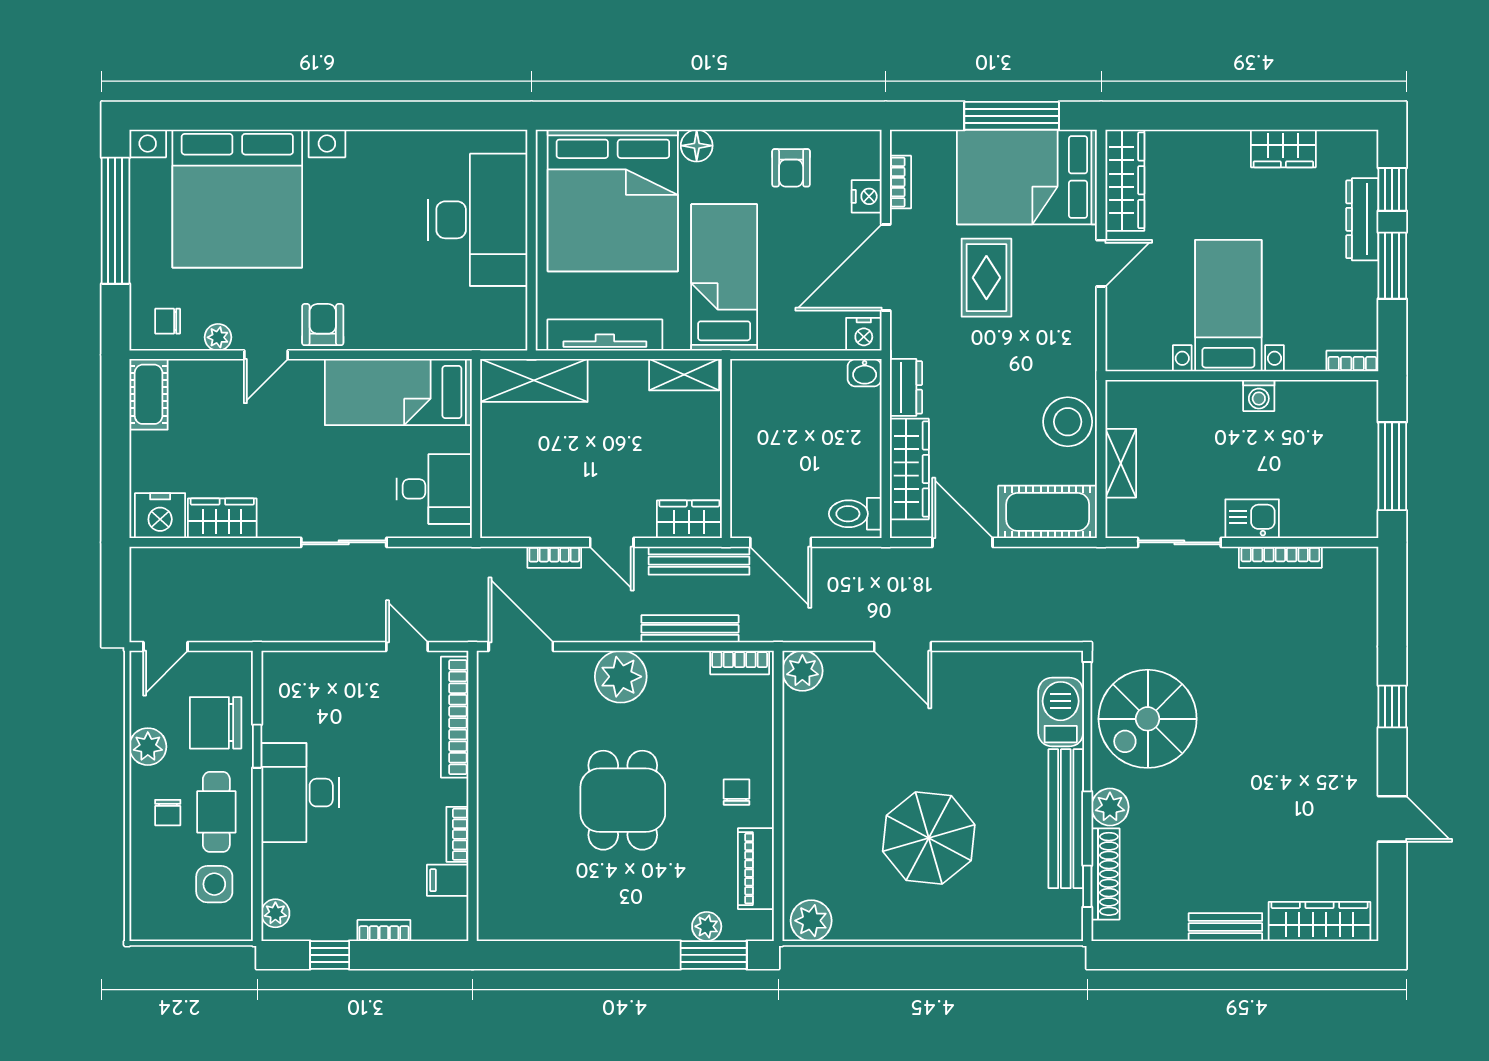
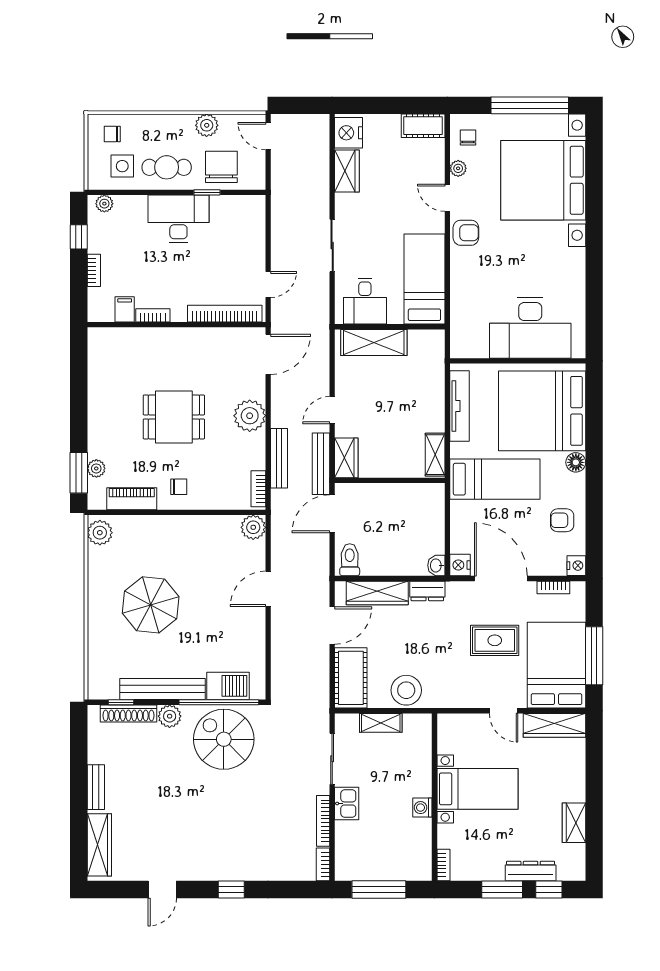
nightstand: (867, 196) -> (576, 566), moved, turned -90
shelving: (534, 380) -> (374, 343), moved, turned 90
bookcase: (554, 557) -> (323, 864), moved
chair: (168, 813) -> (112, 134), moved

